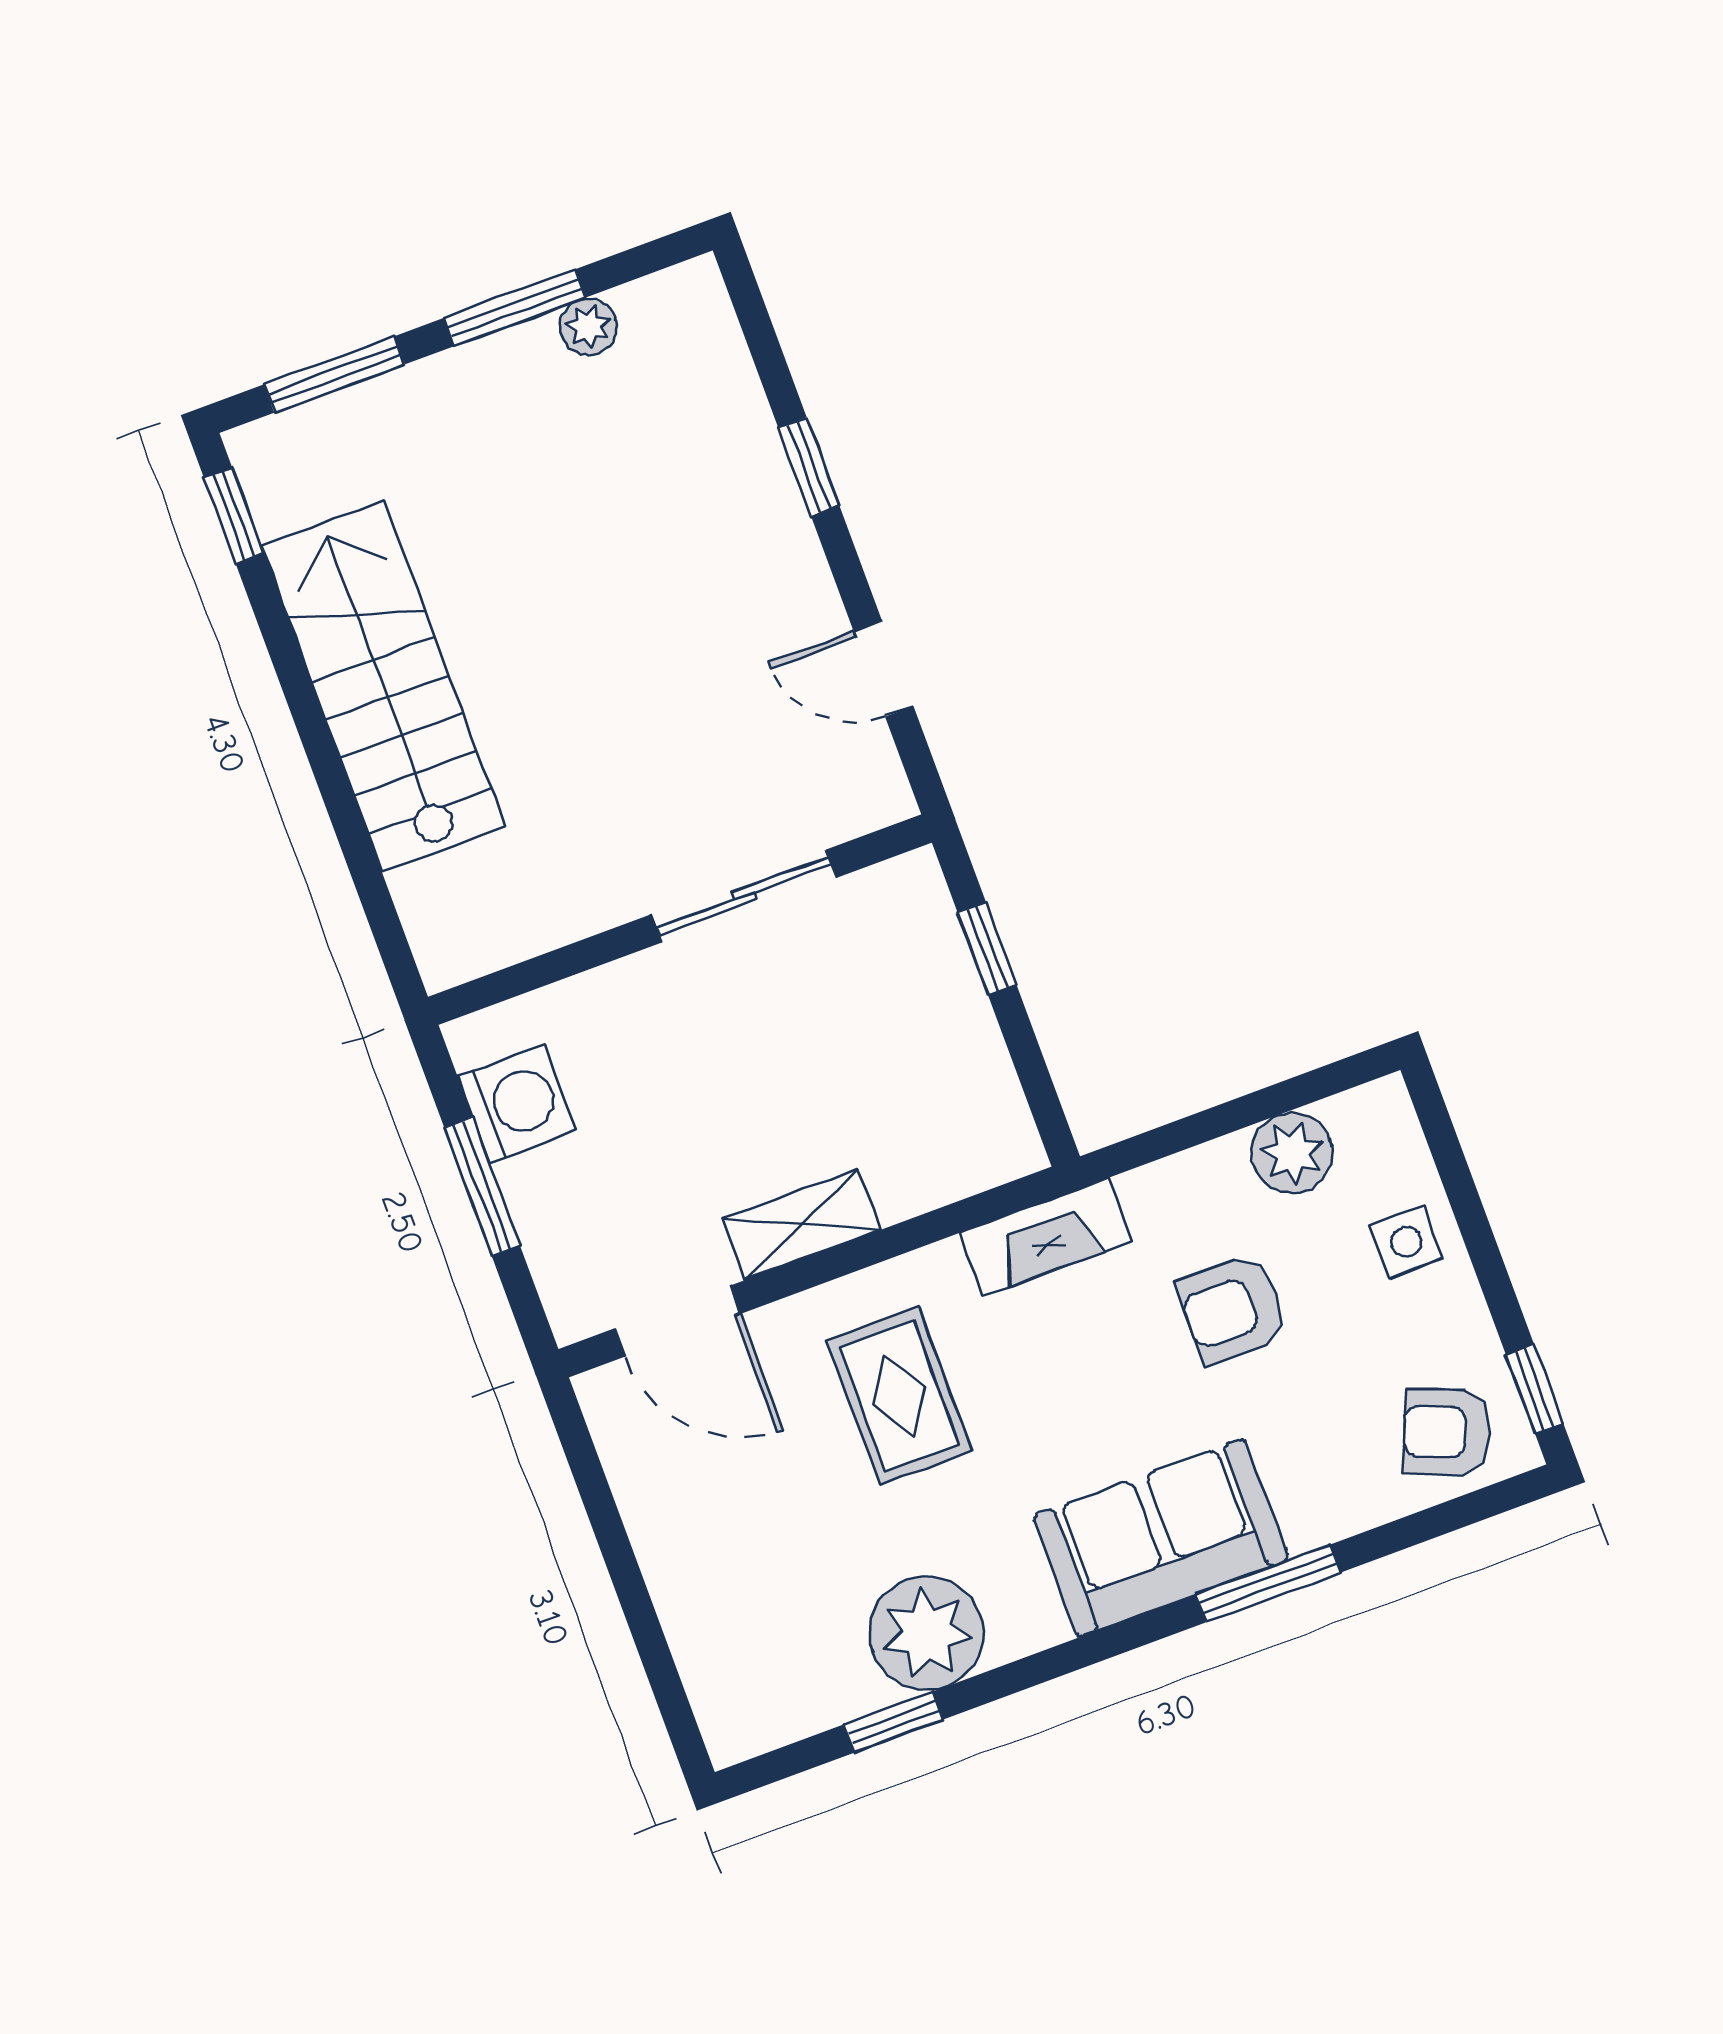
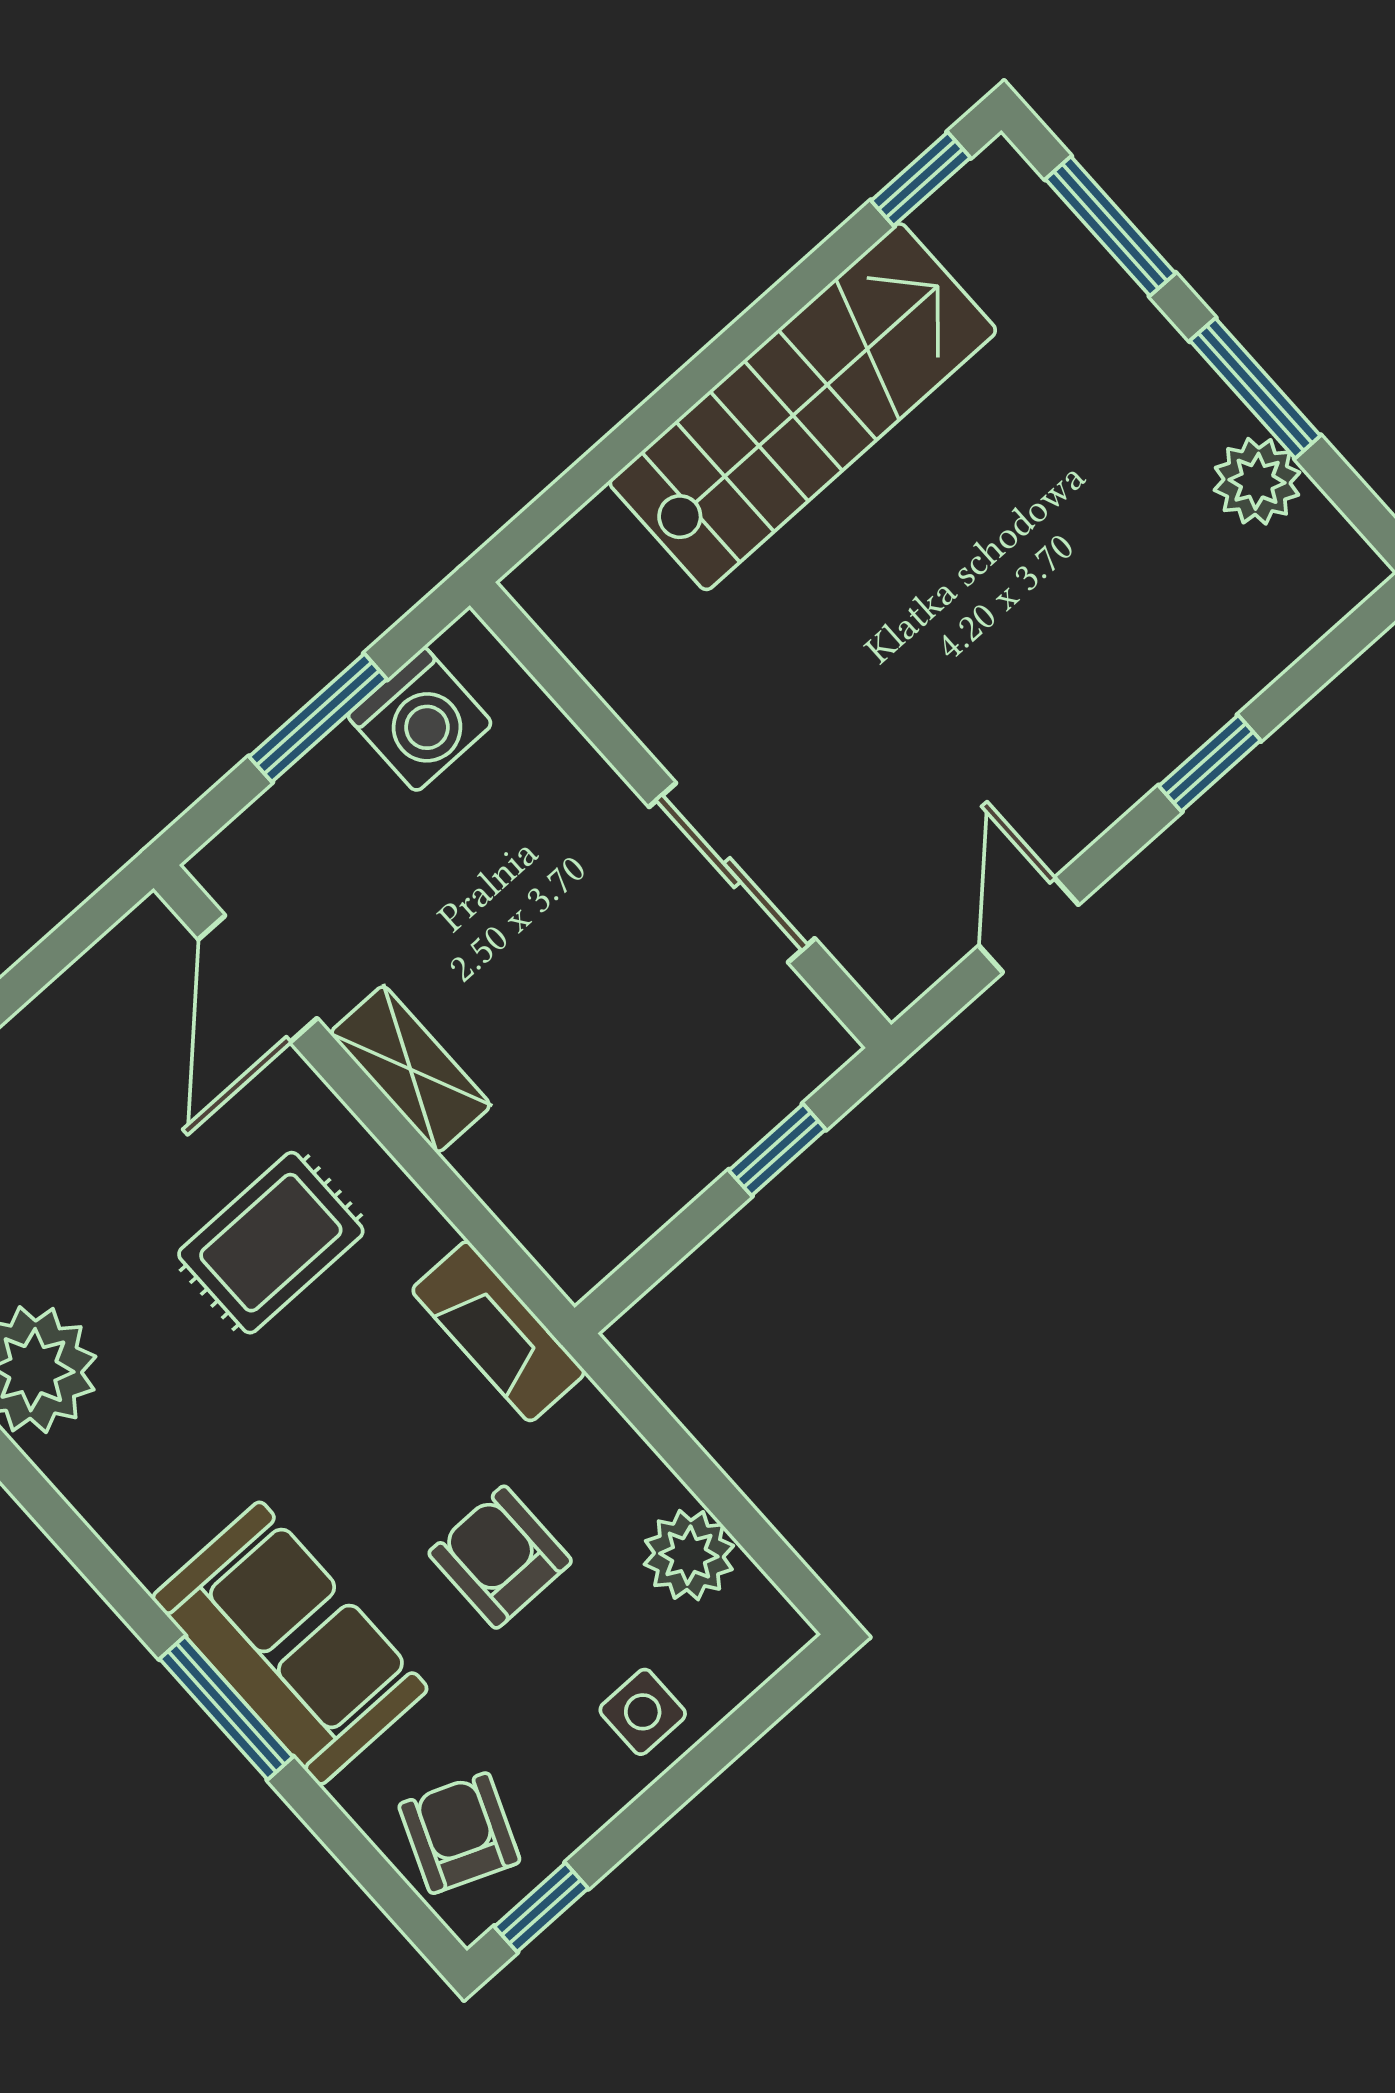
plant: (588, 327) -> (1257, 481), width x1.38, depth x1.38
sofa: (1161, 1538) -> (290, 1643), moved

